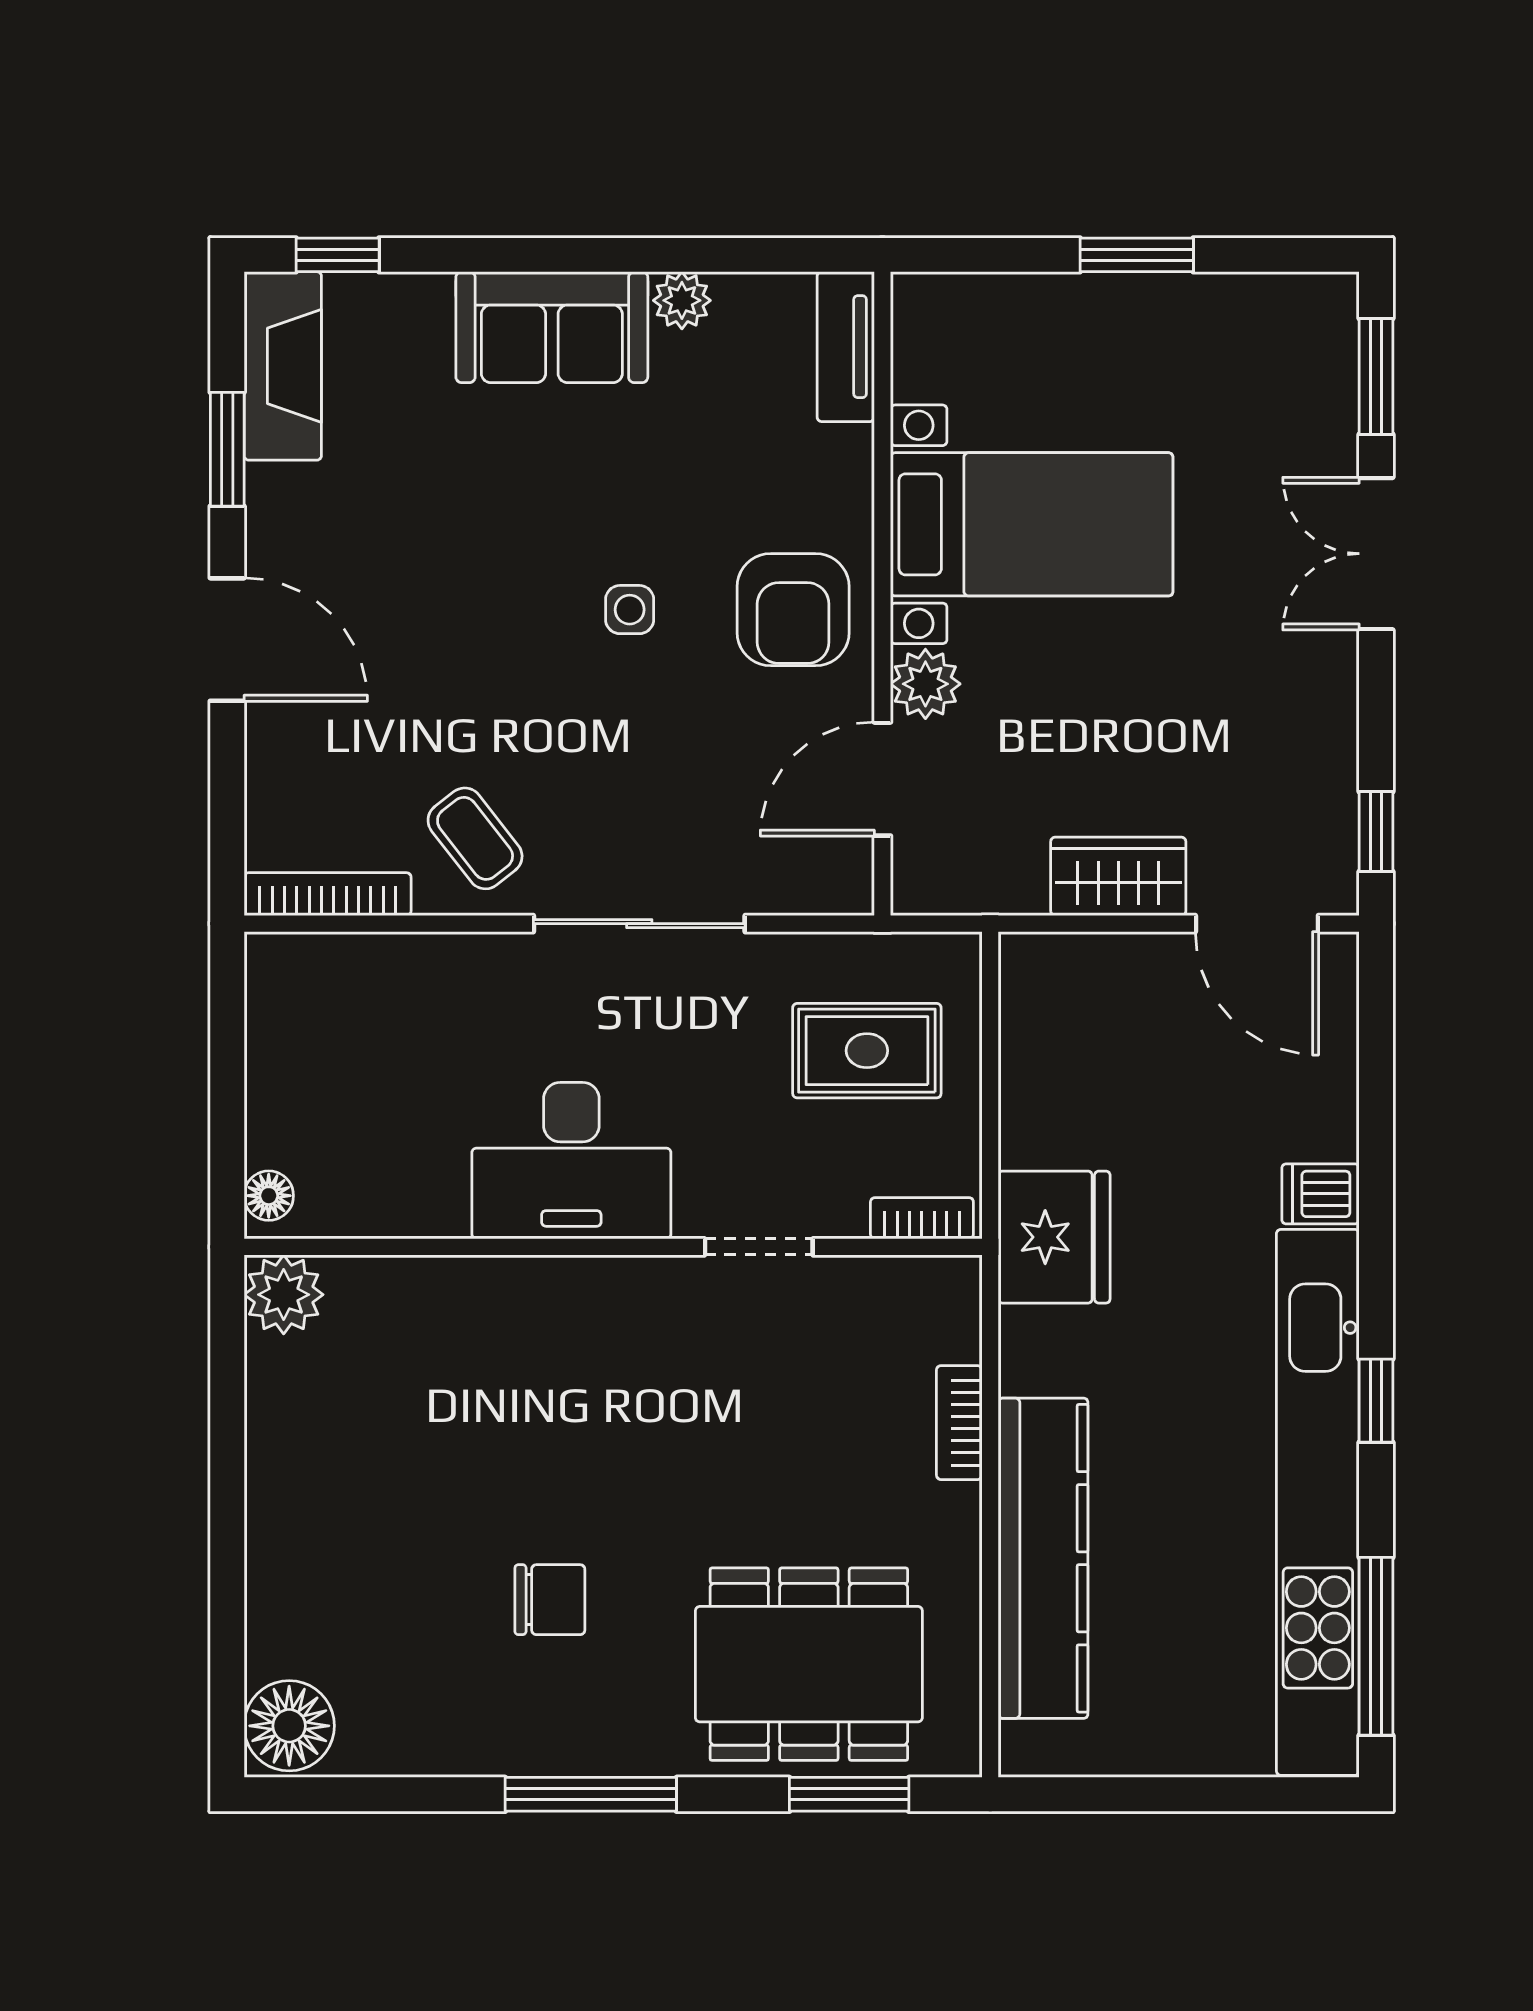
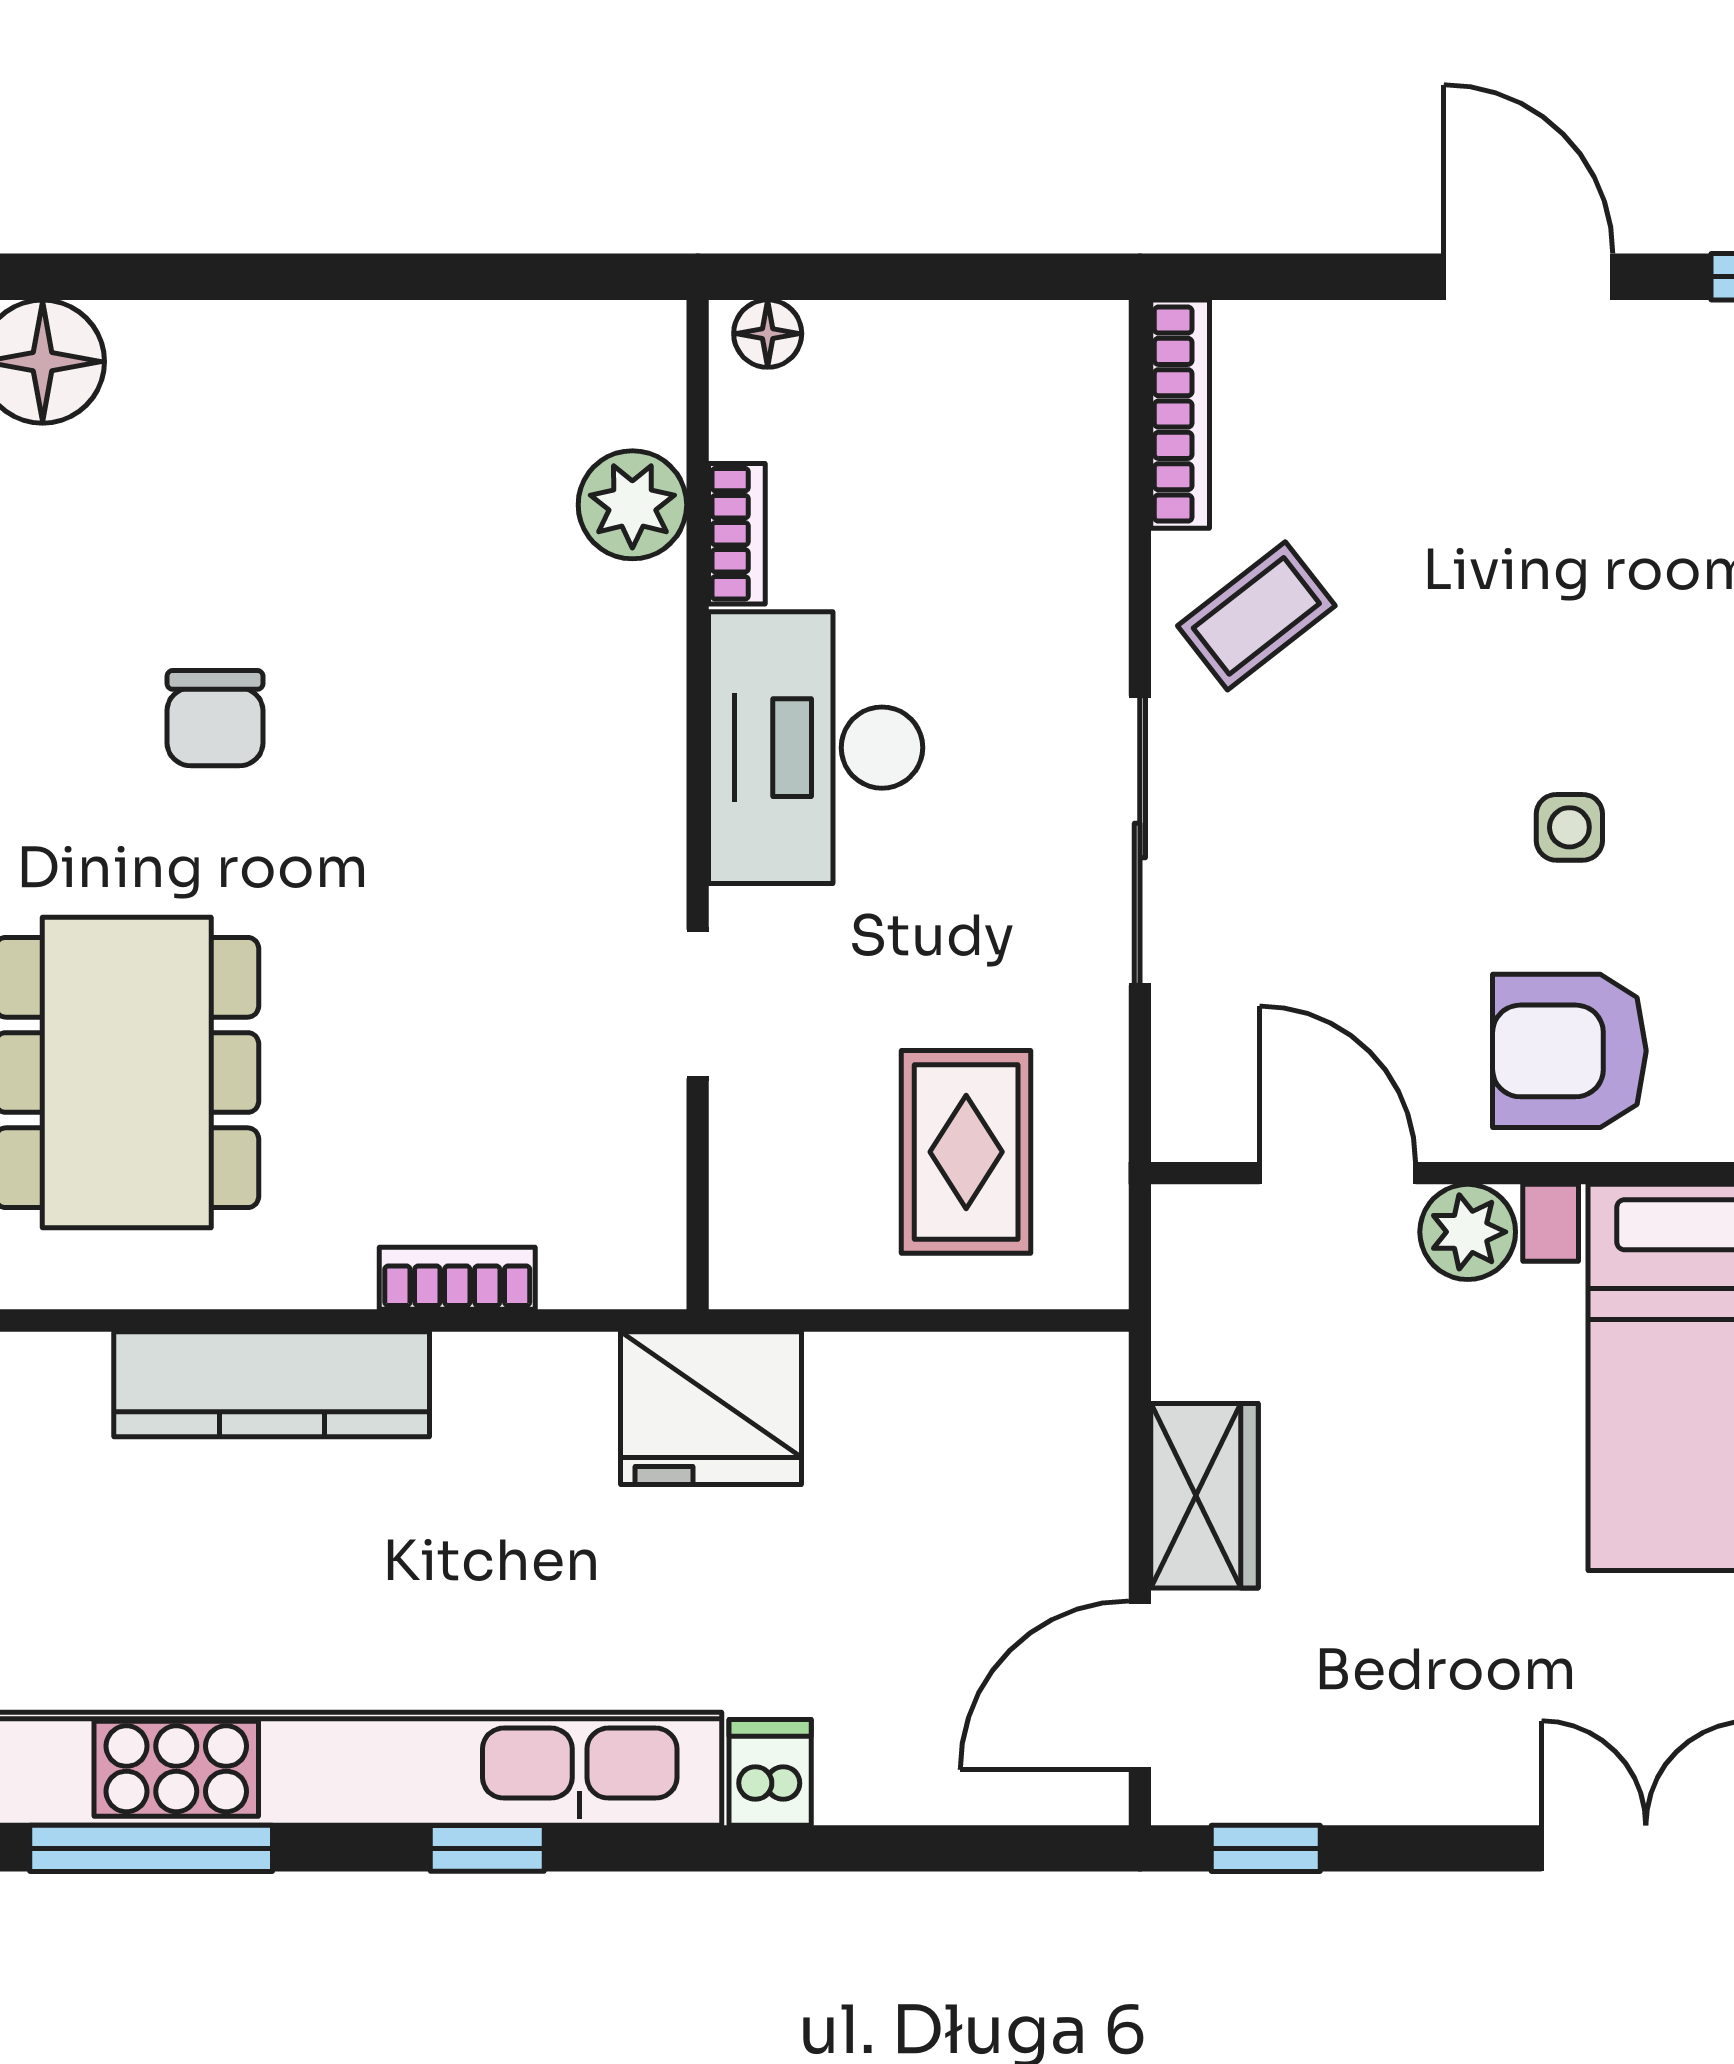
door: (227, 640) -> (1528, 277), swing flipped
bookcase: (922, 1218) -> (737, 534), moved
plant: (284, 1295) -> (632, 505), moved
kitchen counter: (1043, 1558) -> (272, 1384), width x0.72, depth x0.86

